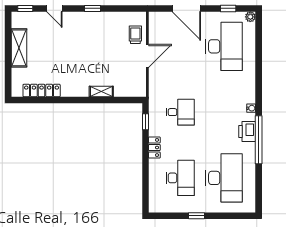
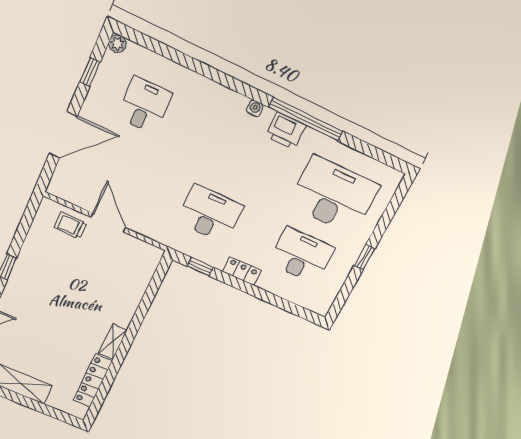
desk: (224, 46) -> (144, 106), width x0.53, depth x0.77
shelving: (101, 91) -> (113, 342), moved
desk: (180, 112) -> (210, 214), width x1.37

